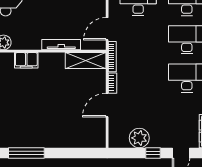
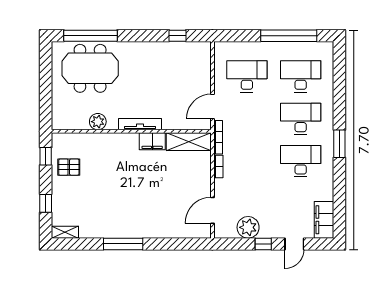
tv unit: (61, 45) -> (140, 124), moved
filing cabinet: (26, 60) -> (152, 141), moved
door: (107, 105) -> (212, 210), moved

